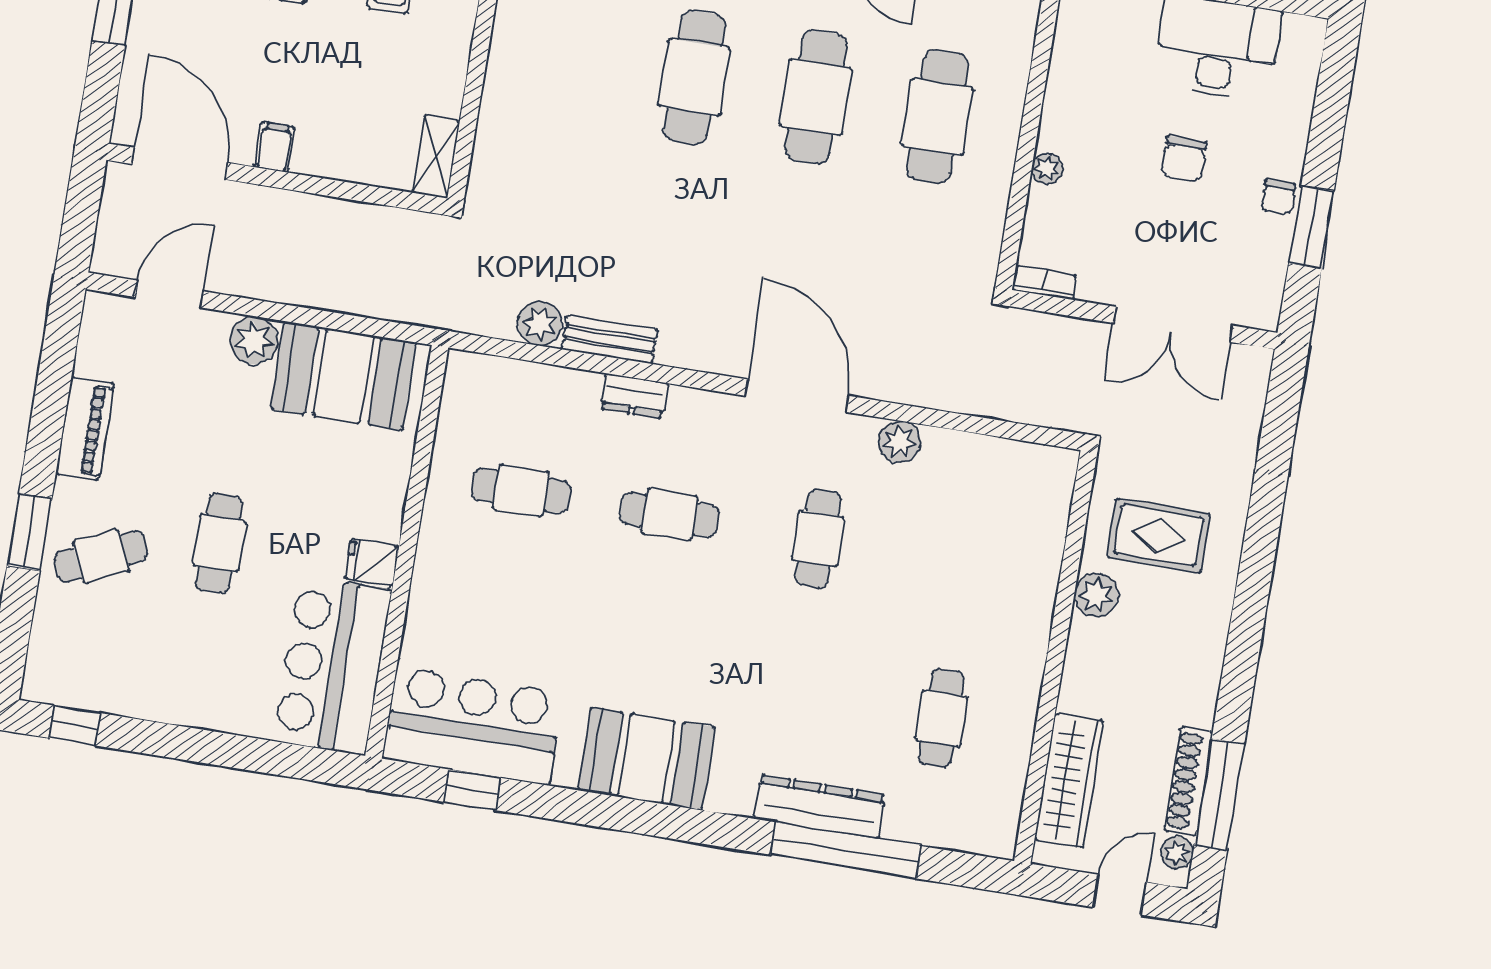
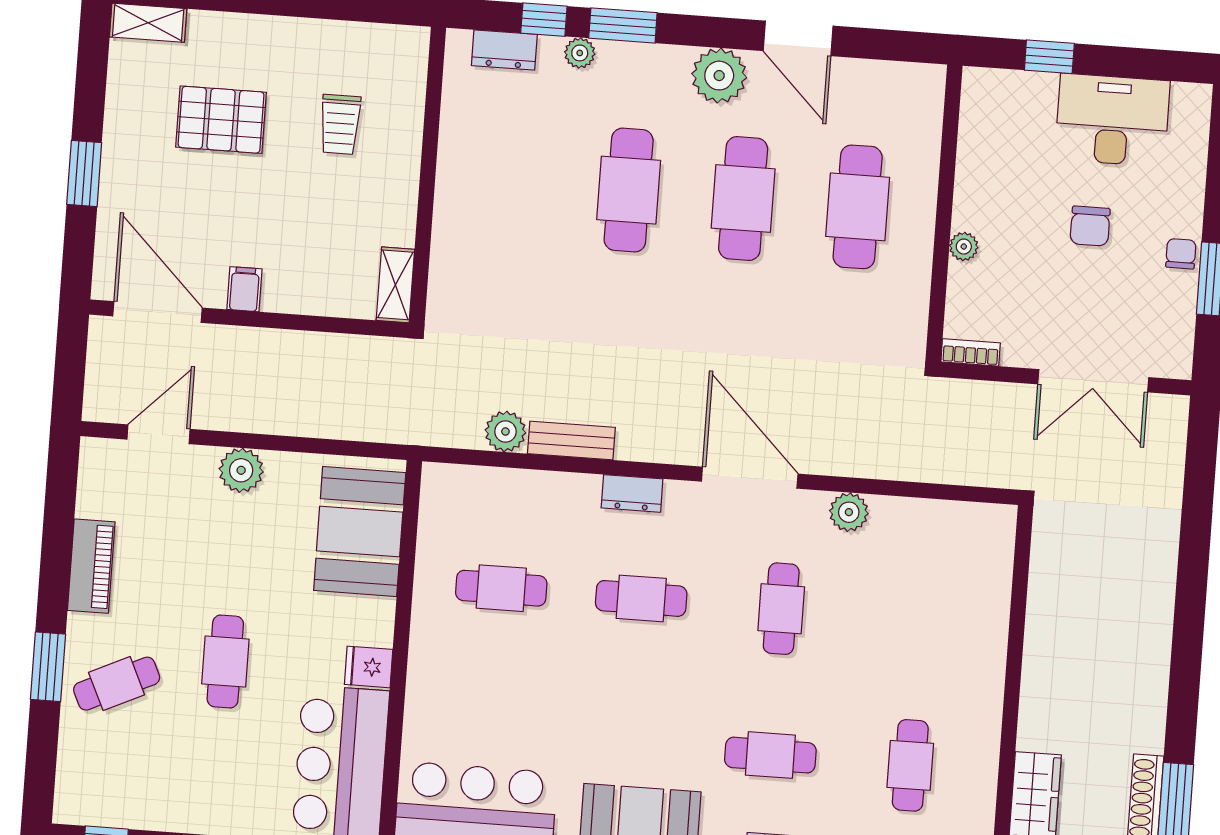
chair: (1278, 197) -> (1181, 254), turned 180
booth: (343, 376) -> (360, 531), moved, turned 90
dresser: (634, 396) -> (632, 493), moved
rug: (1159, 535) -> (1097, 578), removed
plant: (1096, 595) -> (1044, 638), removed
cafe table: (793, 694) -> (770, 755), added

